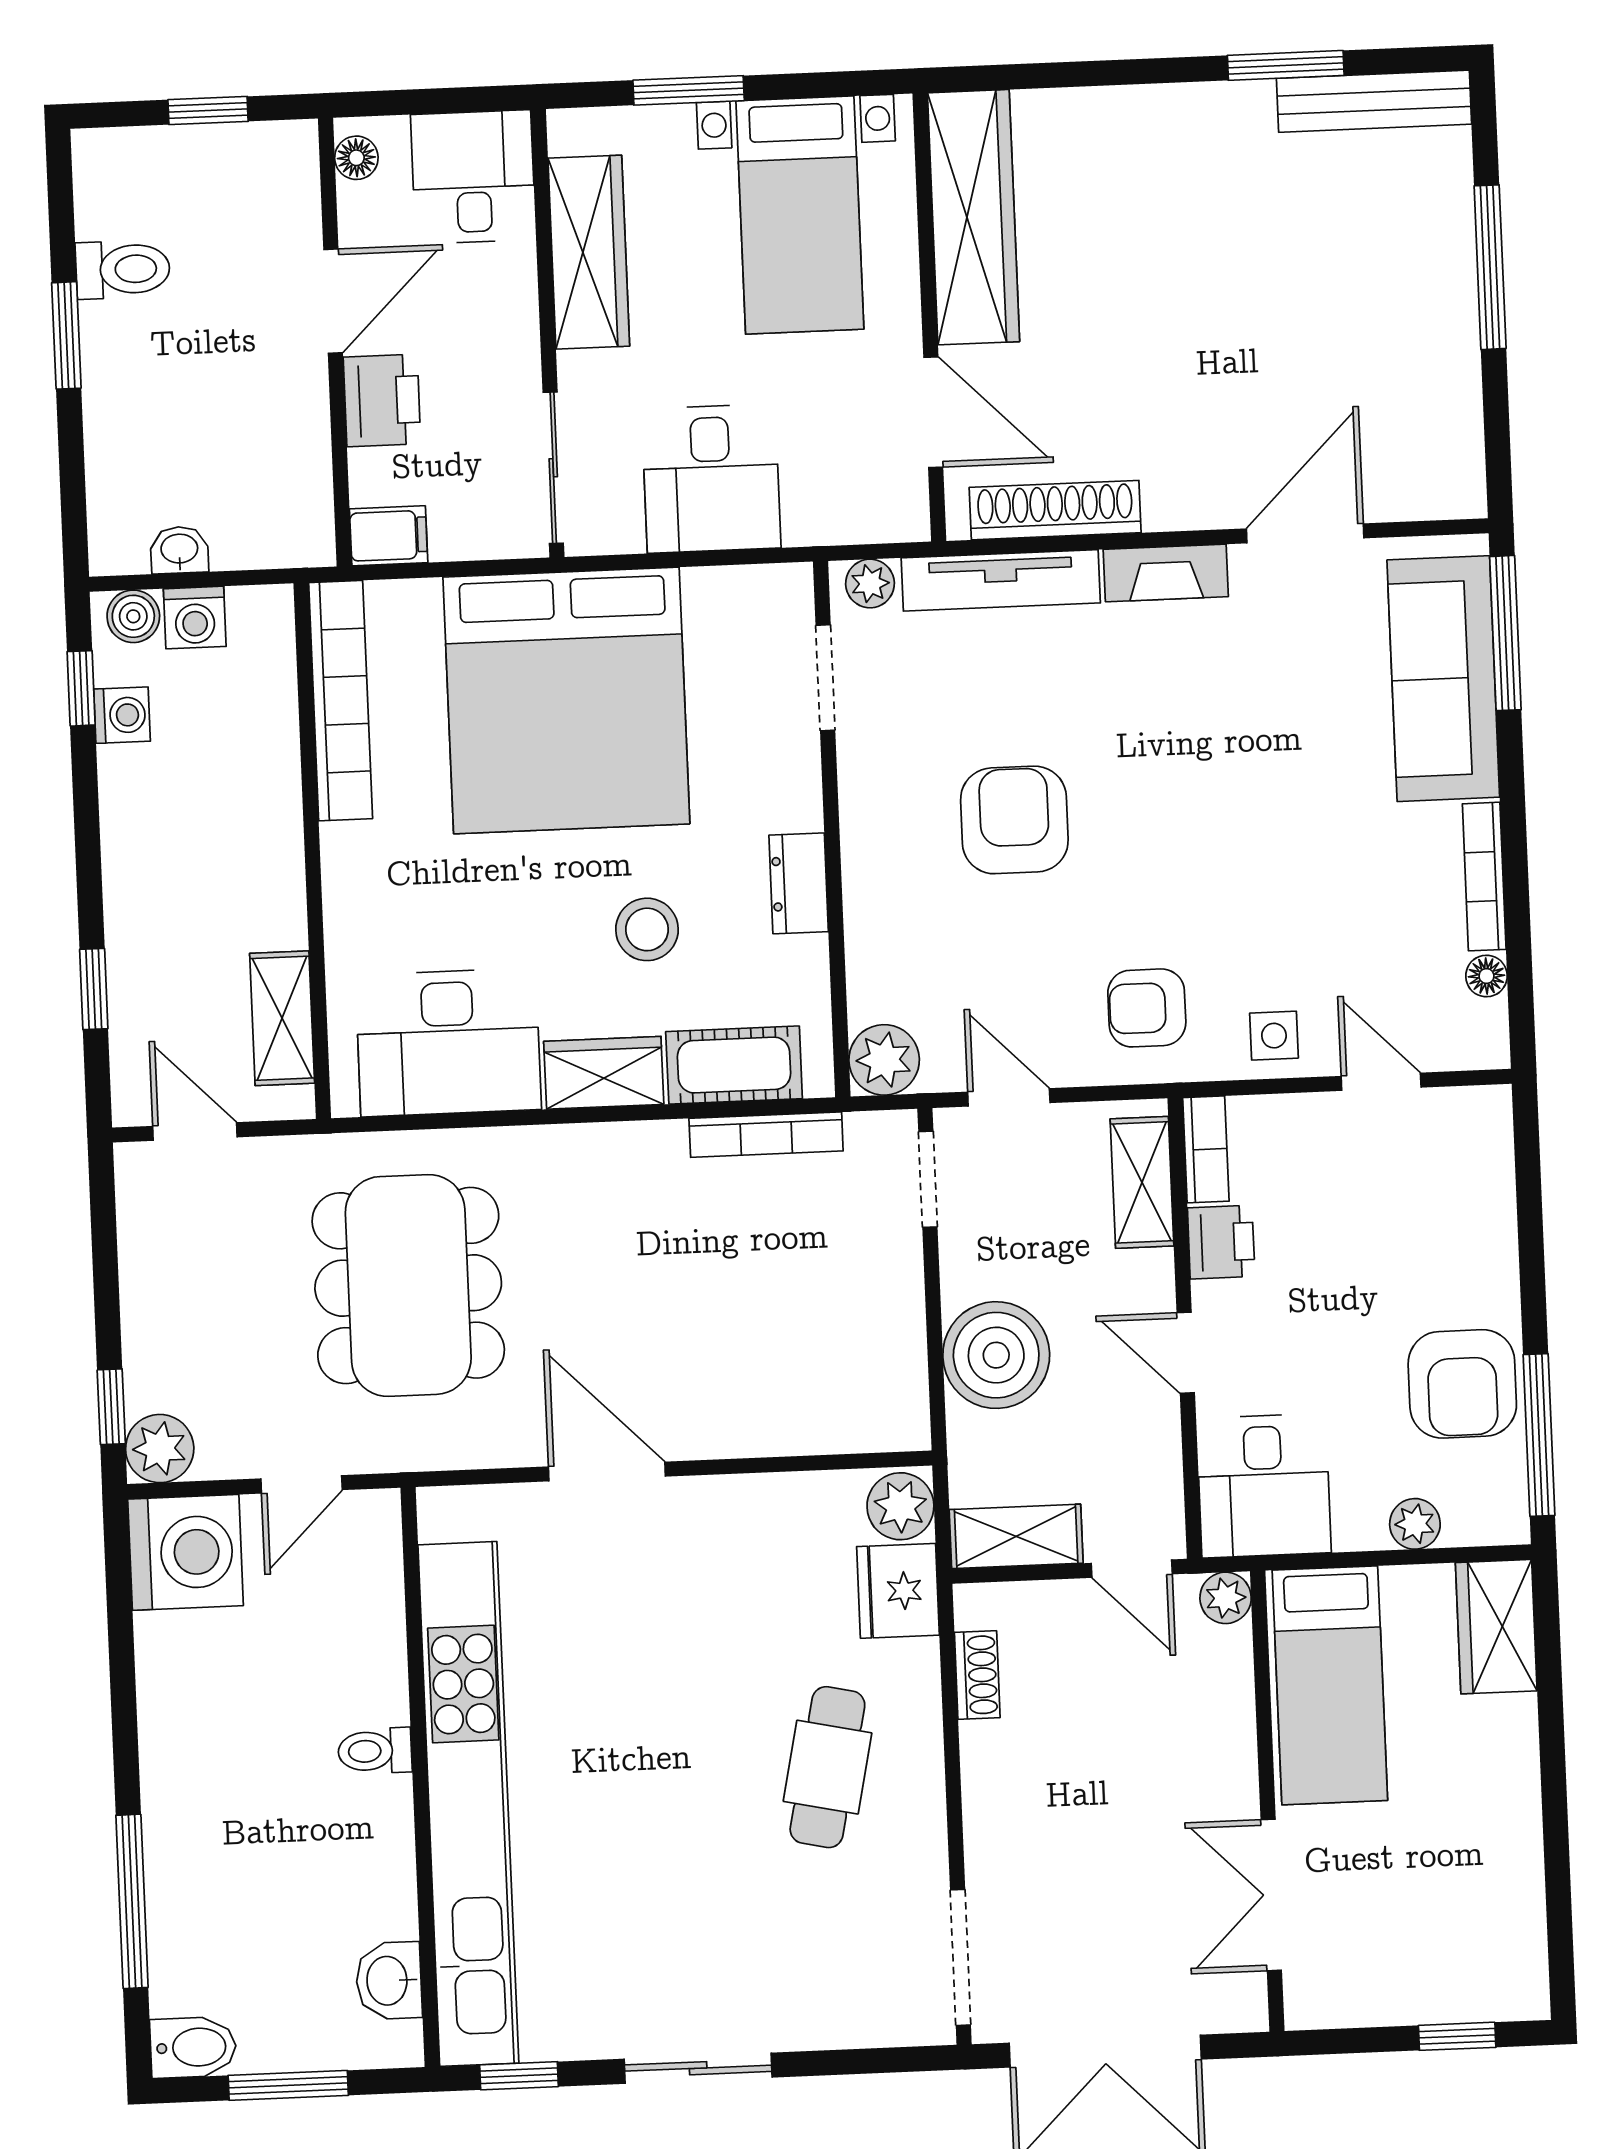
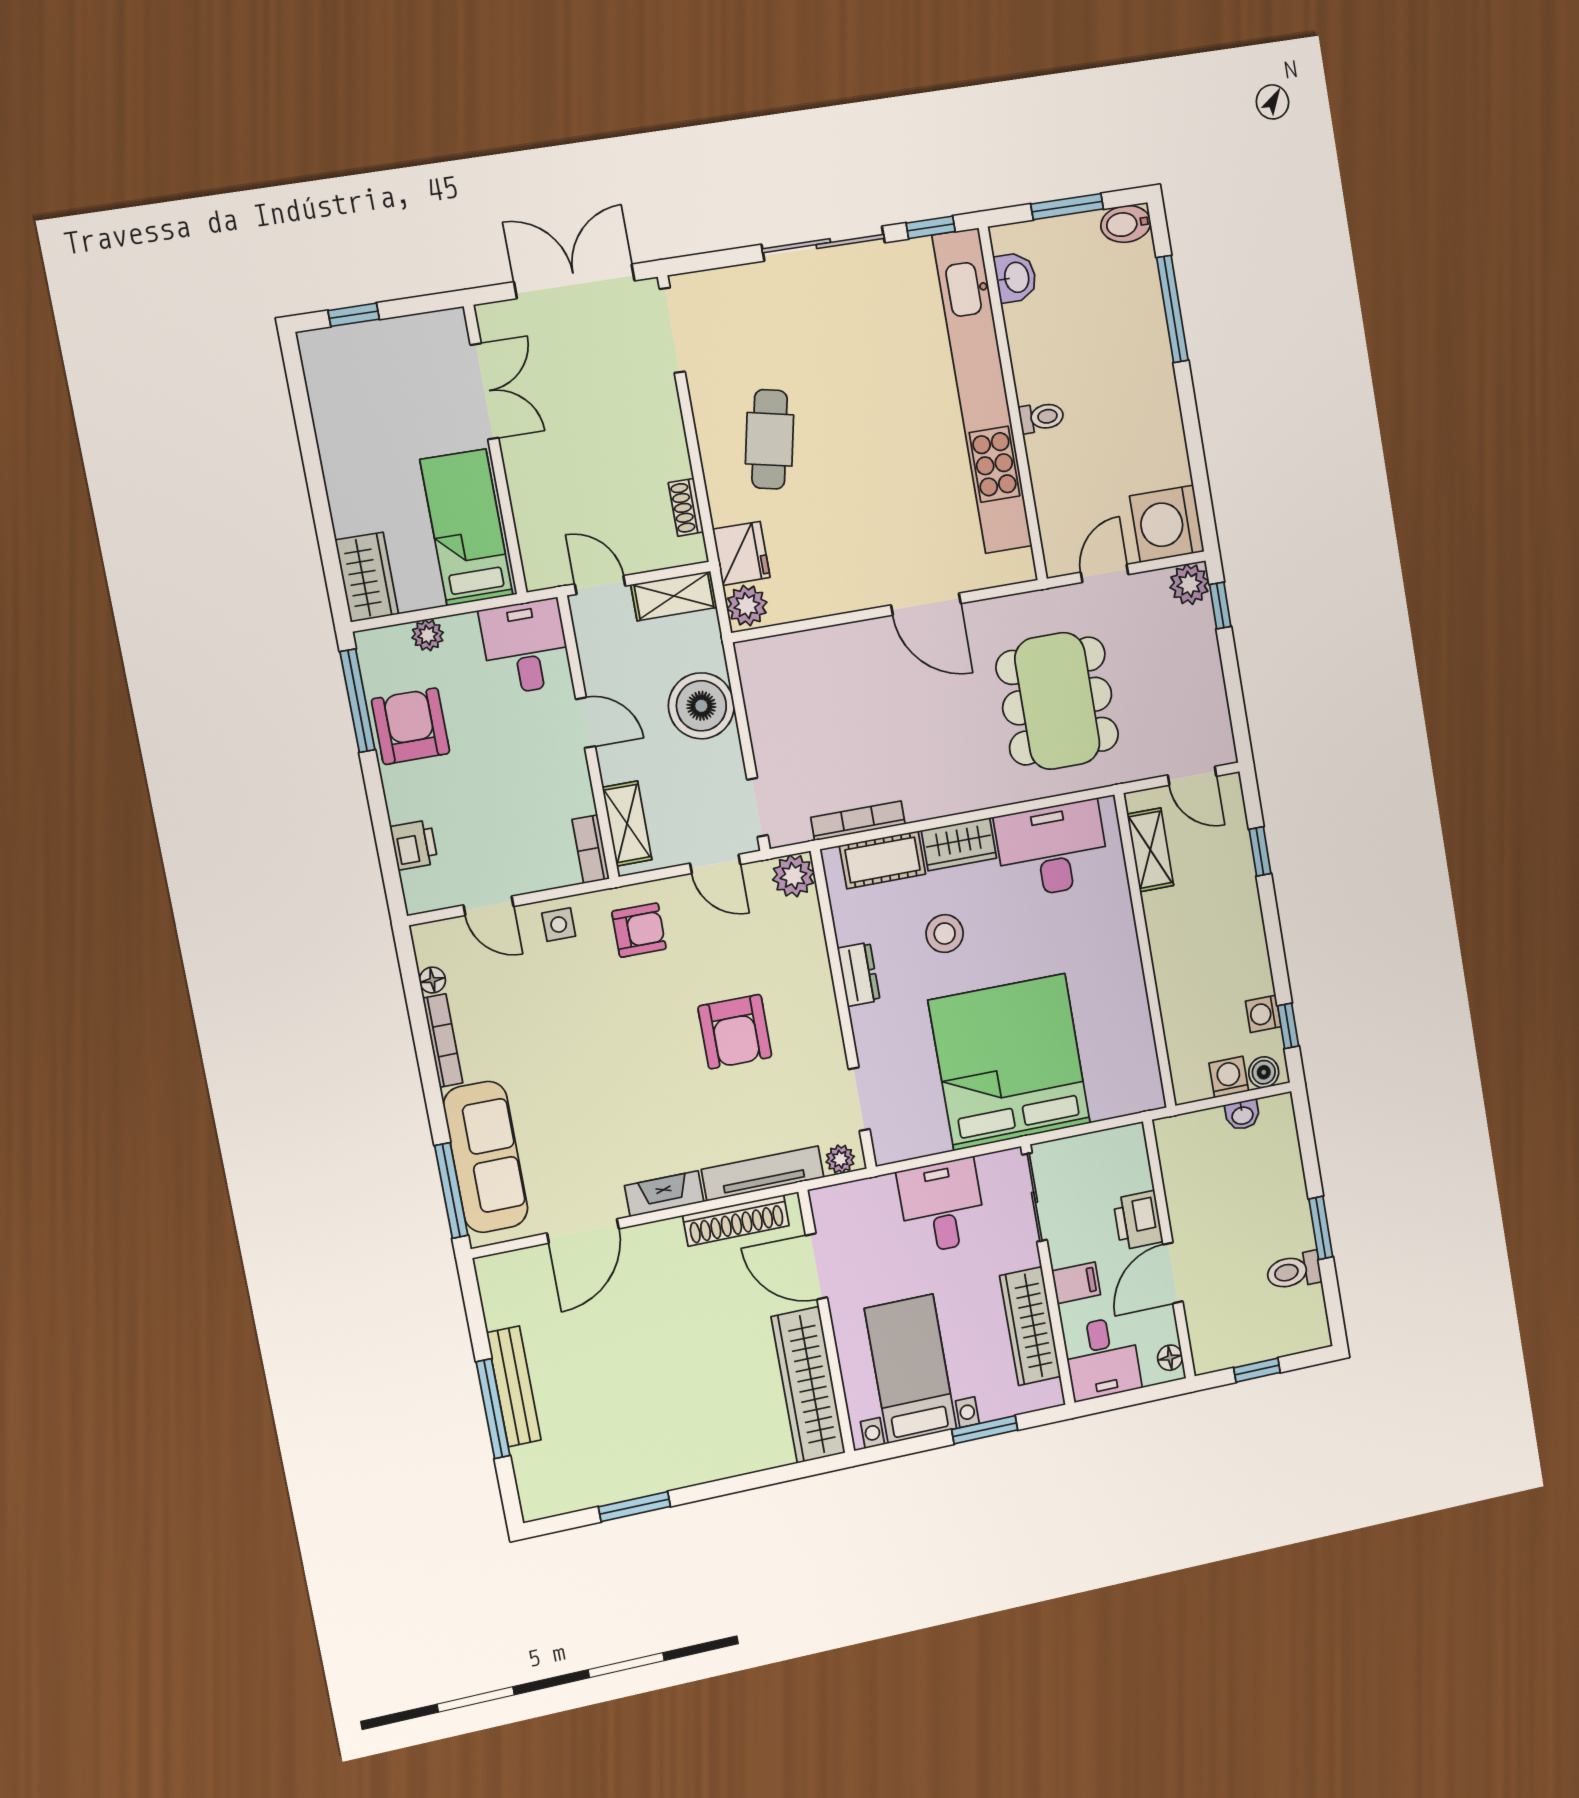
bench: (1374, 101) -> (514, 1386), moved, turned 90
filing cabinet: (389, 536) -> (1076, 1283), moved, turned 180
bookcase: (341, 701) -> (1140, 1042), removed
printer: (1221, 1242) -> (414, 845), moved, turned 180
plant: (1226, 1598) -> (539, 574), removed
sliding door: (698, 2068) -> (823, 244), width x1.37

